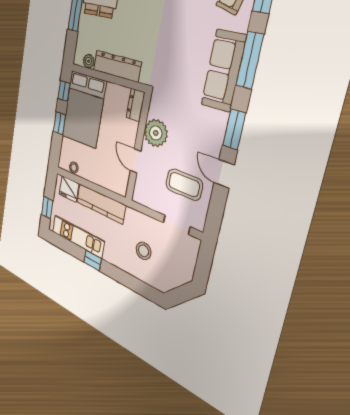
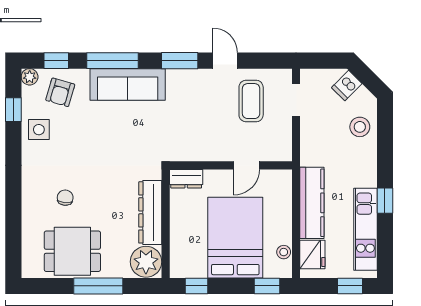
plant: (89, 61) -> (146, 262), width x1.88, depth x1.88
bed: (84, 109) -> (235, 238), moved, turned -90
window: (59, 123) -> (267, 286), moved
plant: (156, 133) -> (209, 146), removed
door: (224, 174) -> (225, 61), swing flipped
stool: (144, 251) -> (360, 127), moved
dishwasher: (179, 274) -> (347, 86), added

